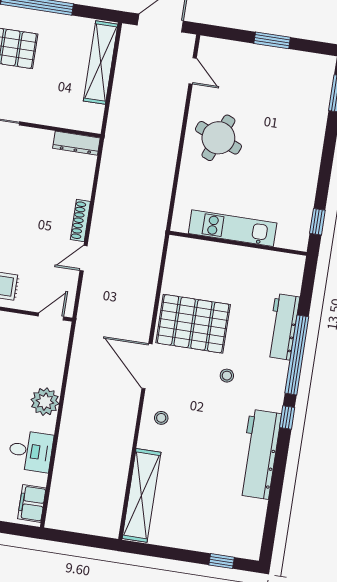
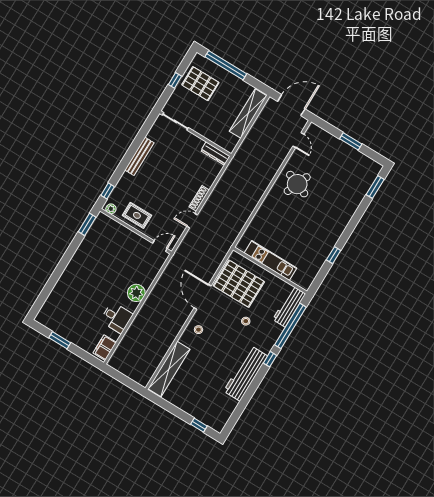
kitchen unit: (233, 228) -> (270, 261), moved
wall: (238, 243) -> (270, 270), moved

